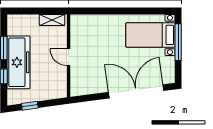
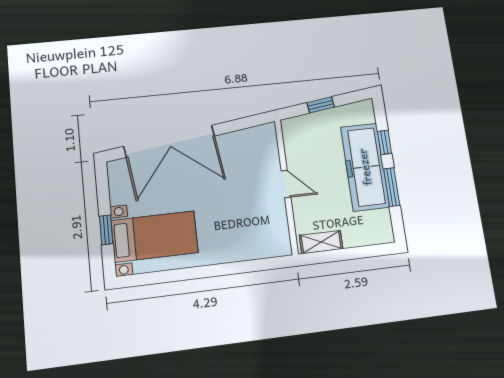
window: (178, 42) -> (106, 230), width x0.46
window: (30, 106) -> (321, 105), moved

